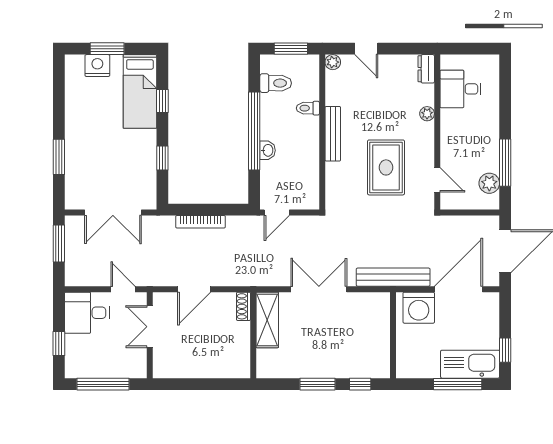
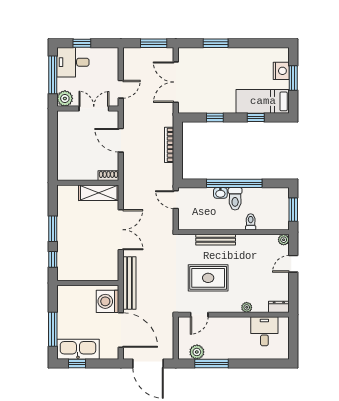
toilet: (276, 83) -> (235, 199), moved
bench: (333, 134) -> (216, 240), moved
desk: (87, 313) -> (73, 62), moved, turned -90
kitchen sink: (470, 364) -> (78, 349), moved, turned -90
plant: (136, 367) -> (65, 98), added

